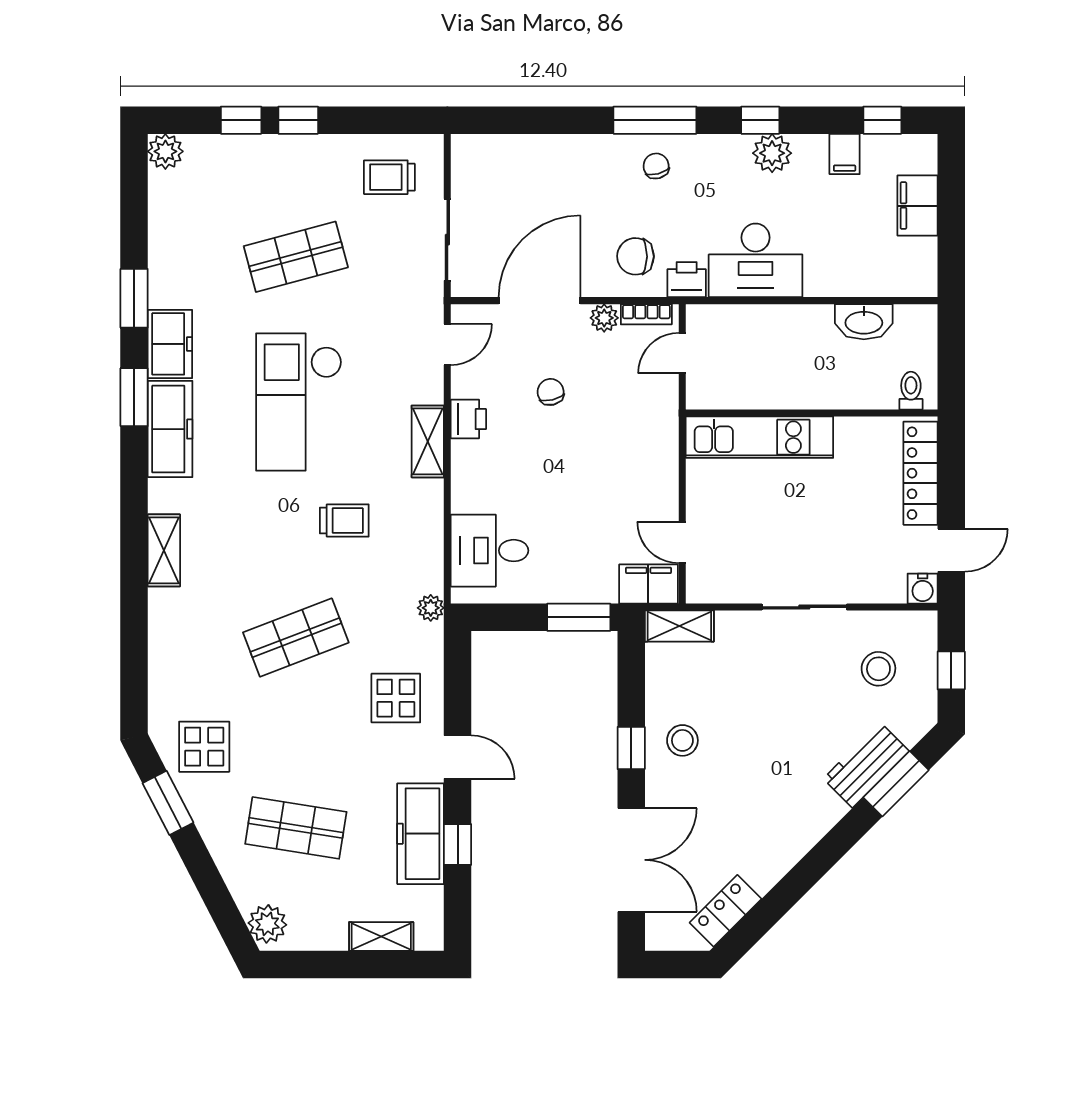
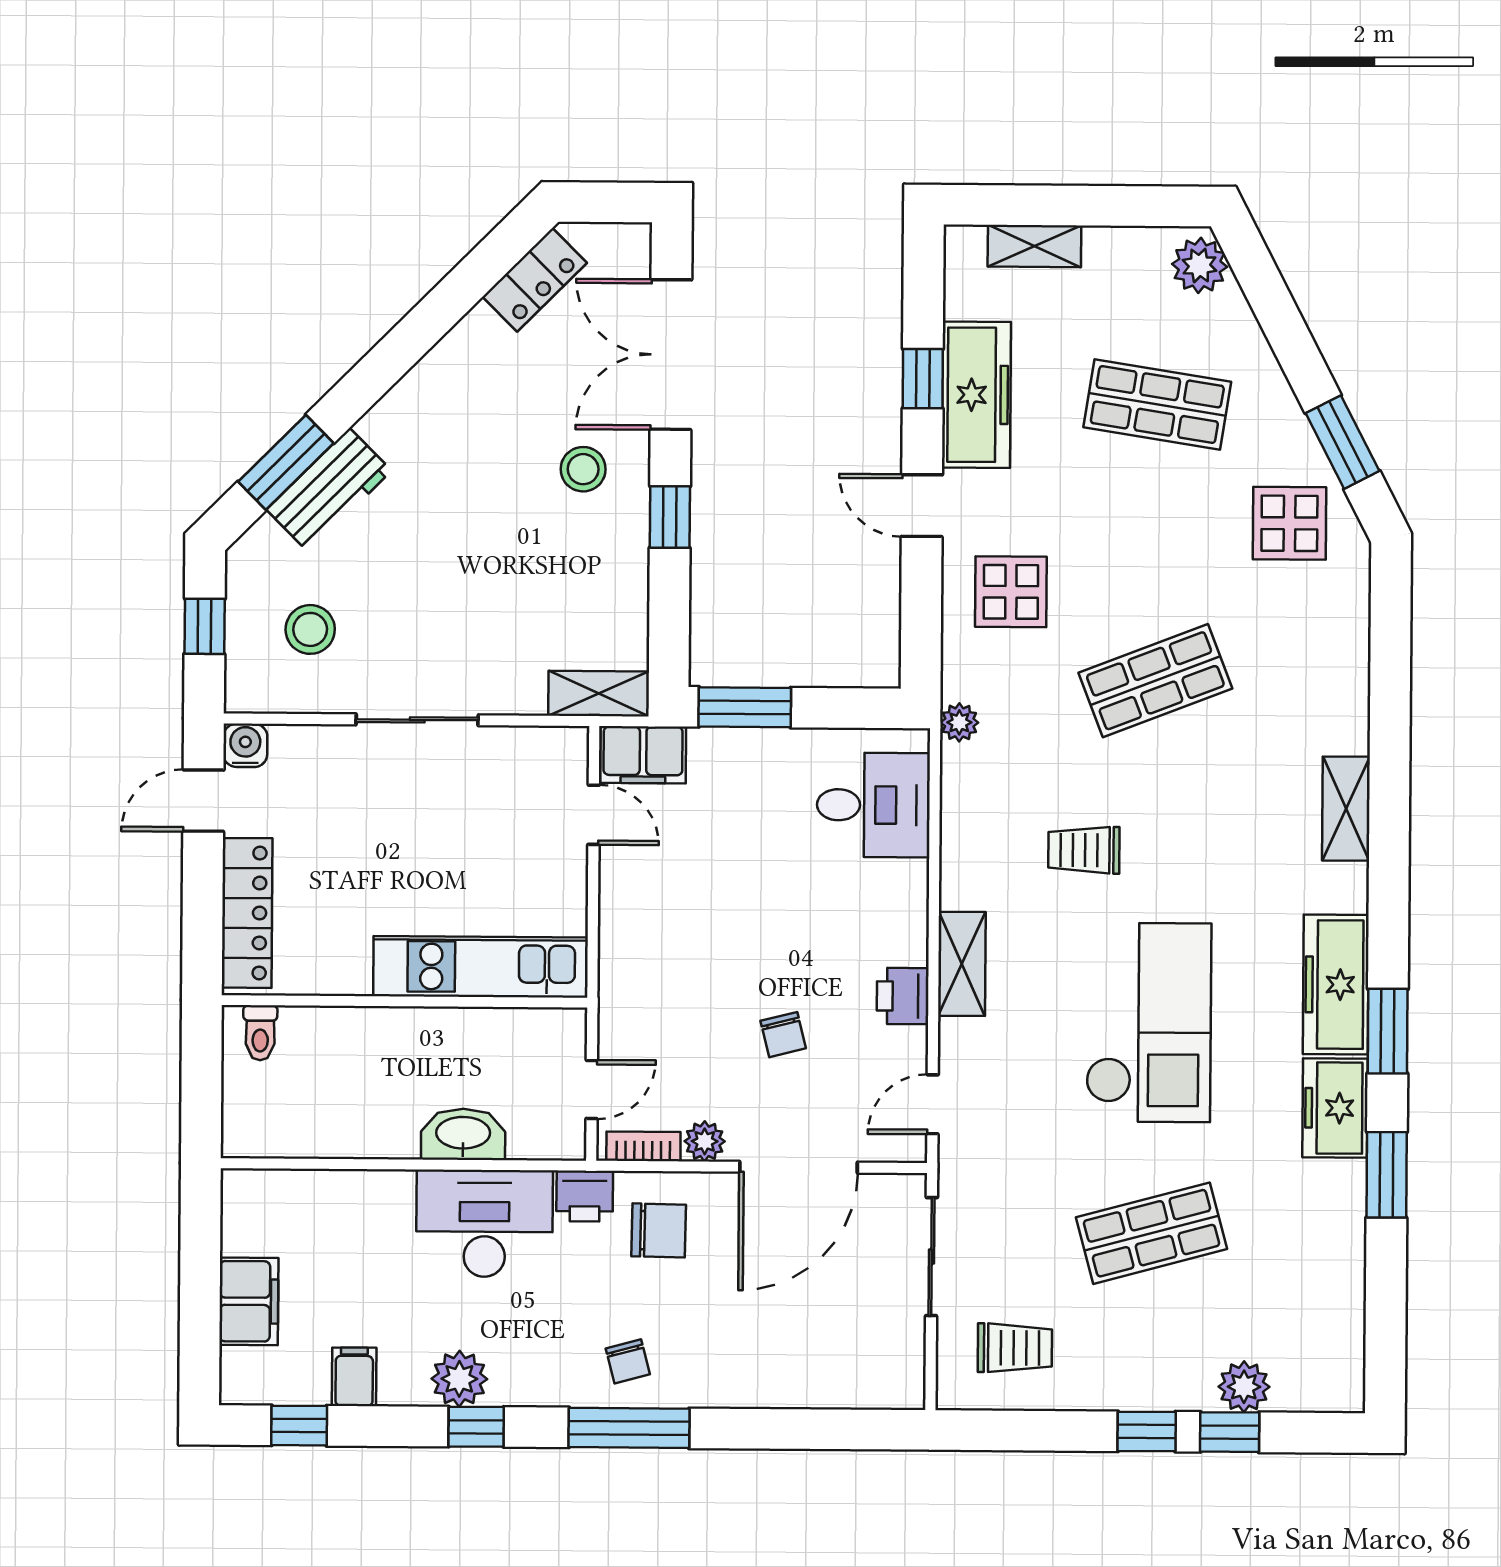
plant: (165, 151) -> (1244, 1387), moved
washbasin: (864, 322) -> (463, 1134), moved
stool: (682, 740) -> (583, 469), moved

